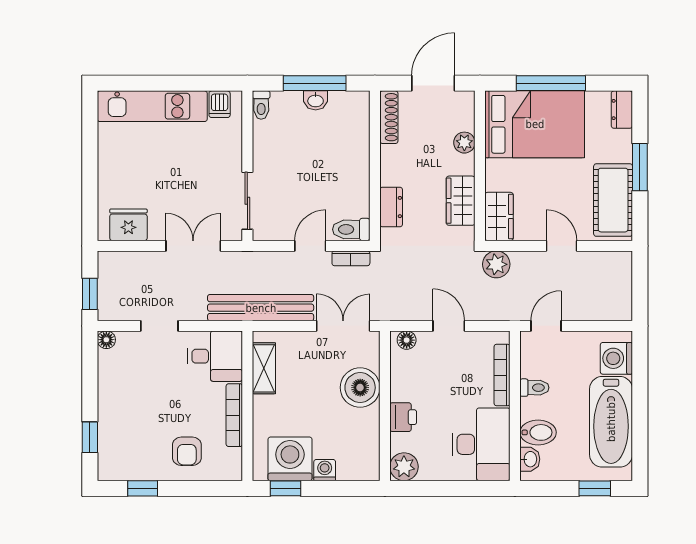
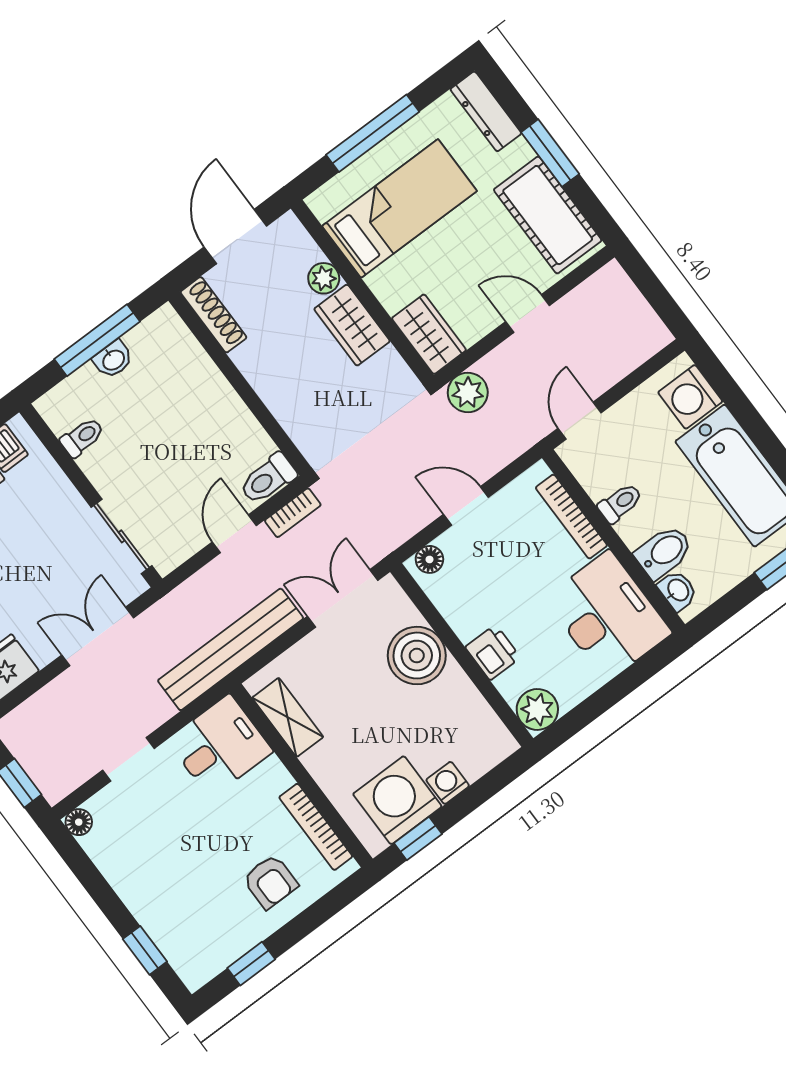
toilet: (261, 105) -> (82, 437), moved, turned -90
dresser: (622, 110) -> (486, 111), width x1.44
bed: (535, 124) -> (399, 208), width x0.67
wardrobe: (461, 201) -> (352, 325), moved
dresser: (391, 207) -> (295, 418), removed
bookcase: (234, 415) -> (316, 827), moved

